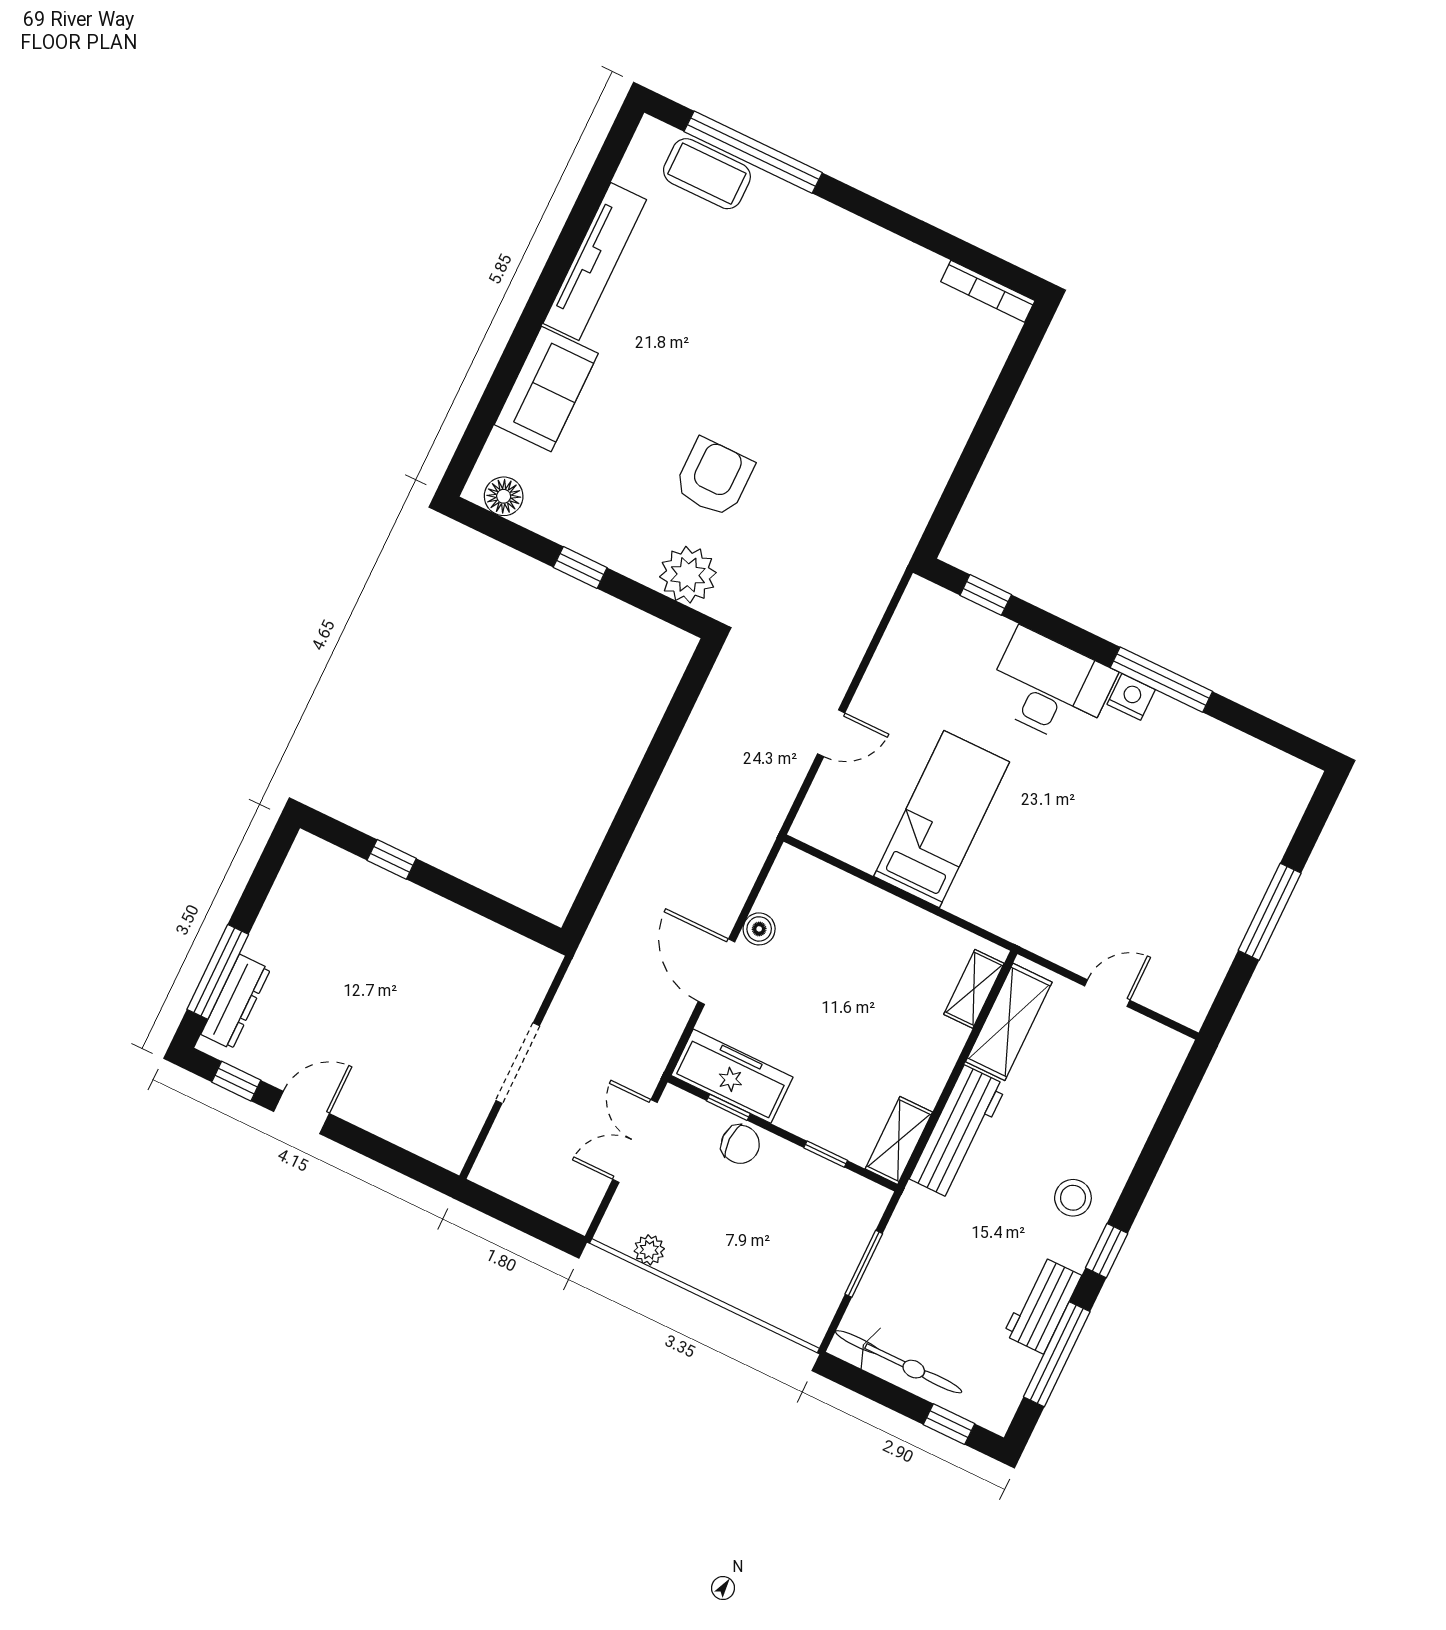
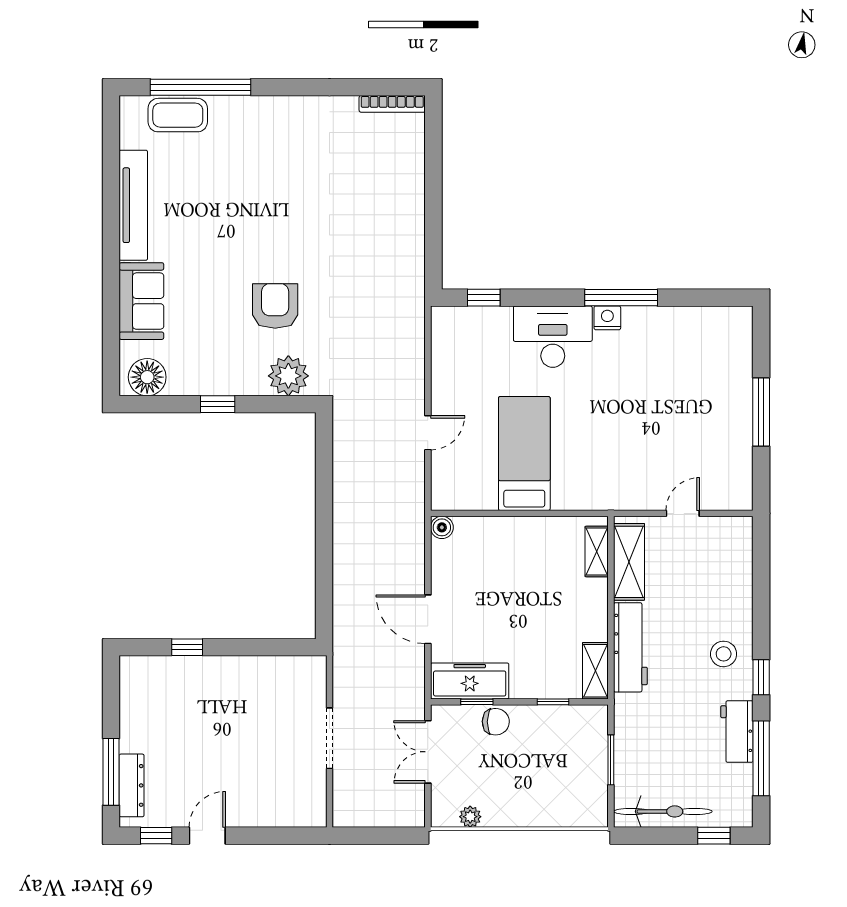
floor lamp: (504, 496) -> (147, 377), width x1.38, depth x1.38
boiler: (759, 929) -> (442, 527), moved

